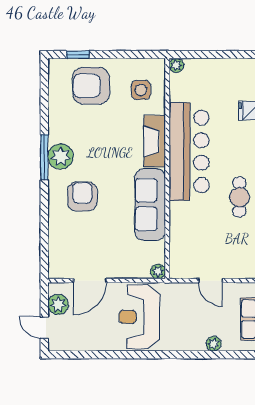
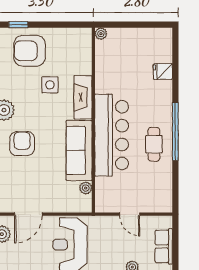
side table: (141, 90) -> (50, 85), moved
bar counter: (189, 151) -> (112, 135), moved
plant: (158, 271) -> (86, 188), moved

